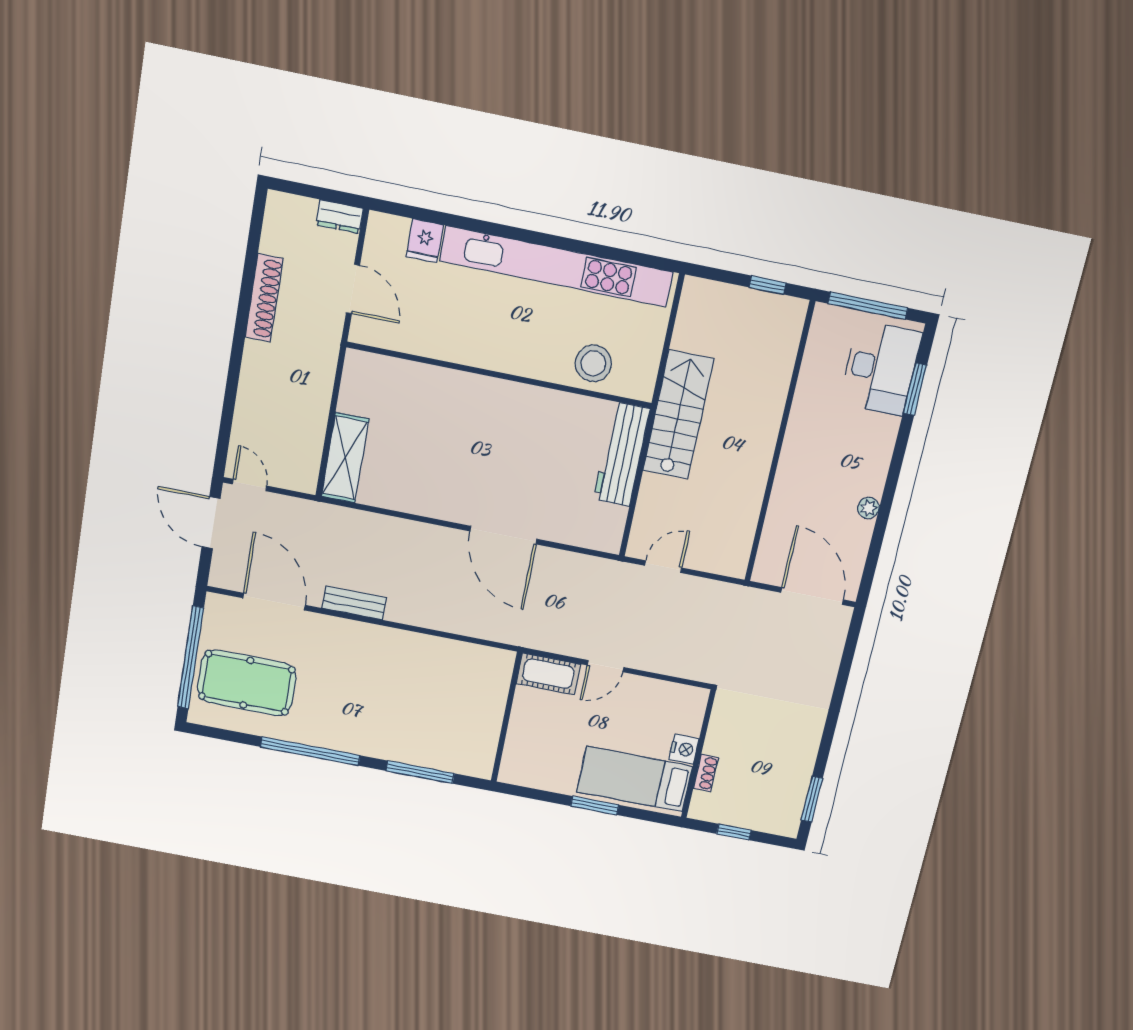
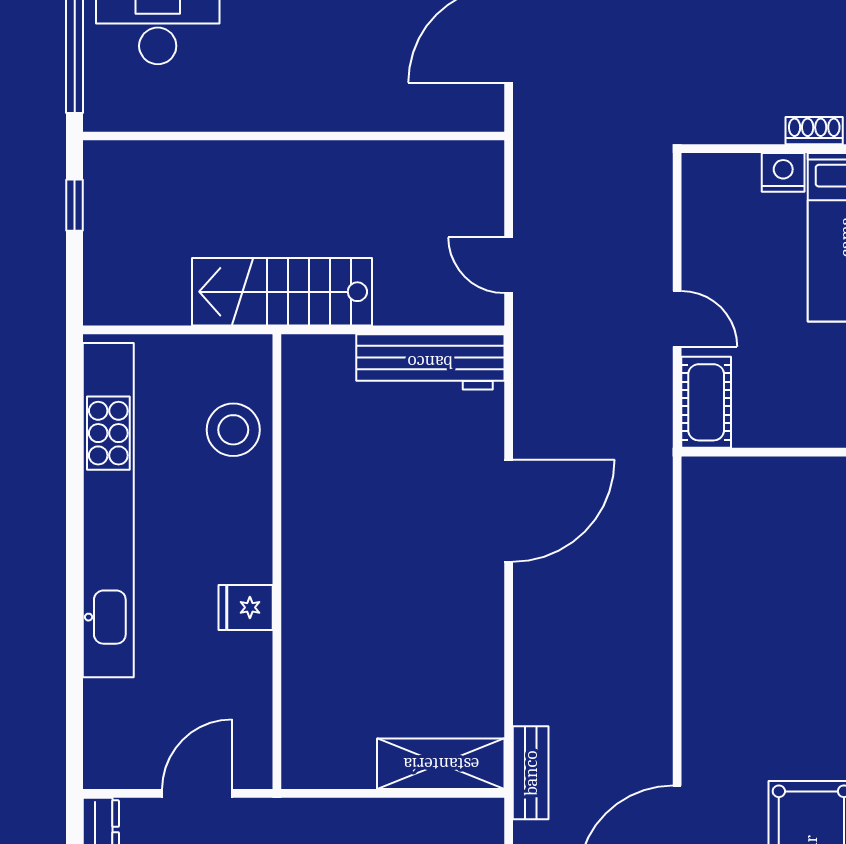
fridge: (425, 241) -> (246, 607), moved, turned 180
workbench: (622, 454) -> (430, 362), moved
bench: (354, 603) -> (531, 773), moved

